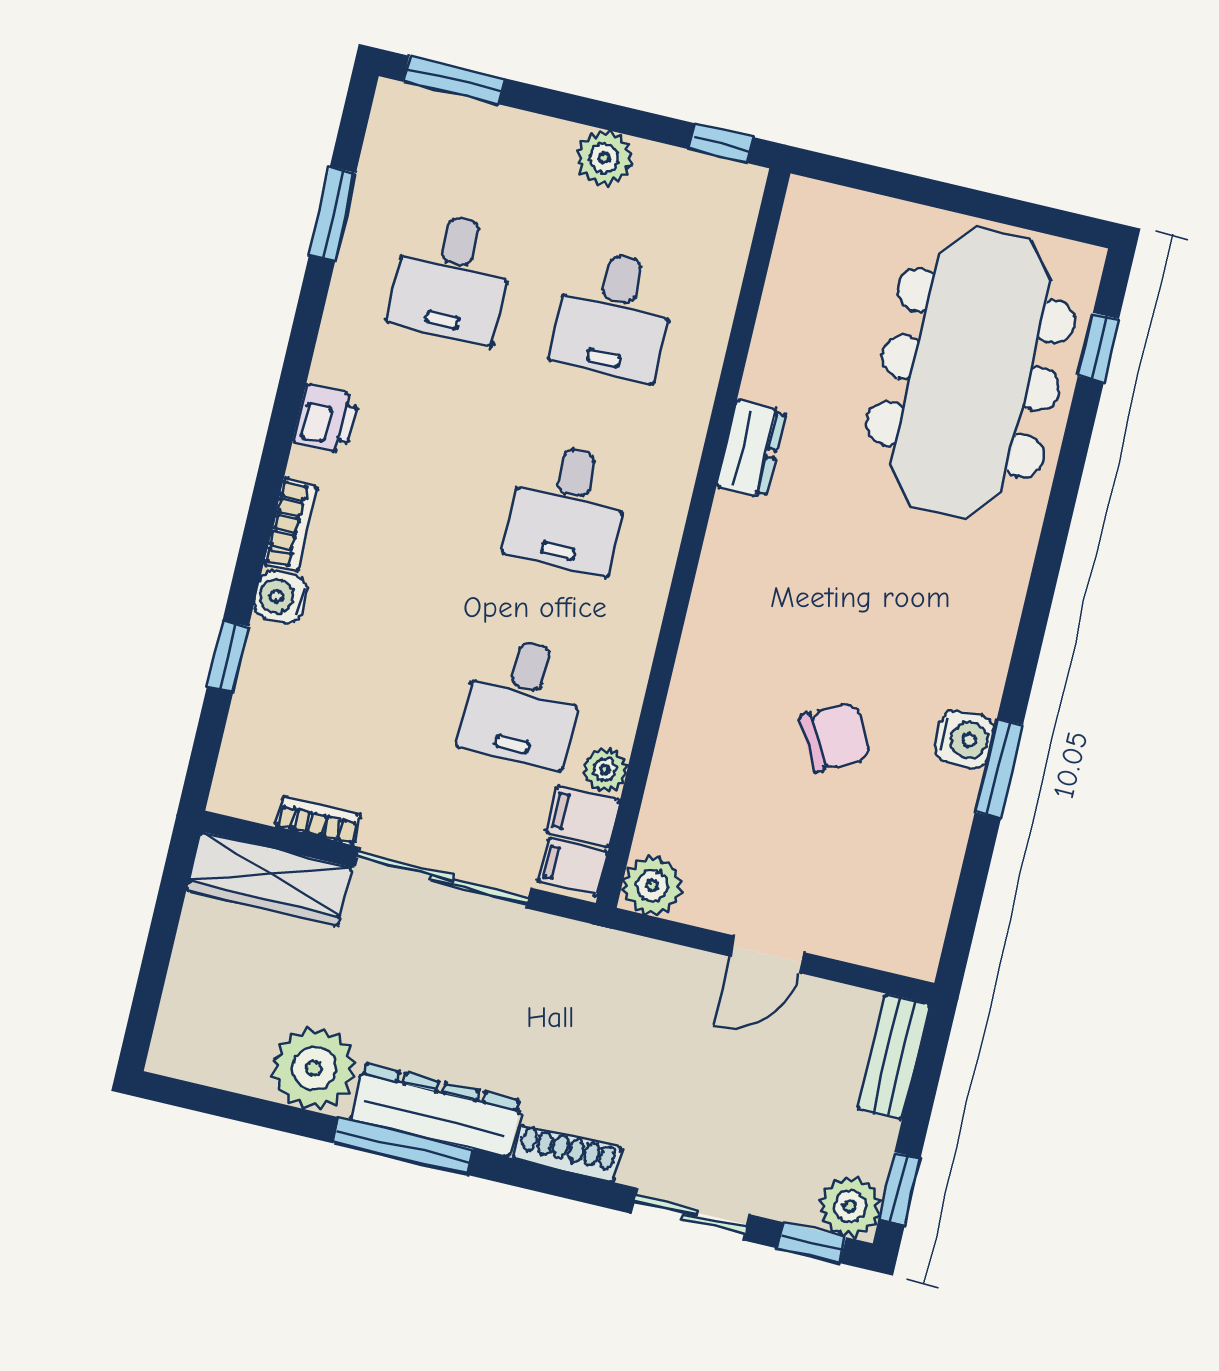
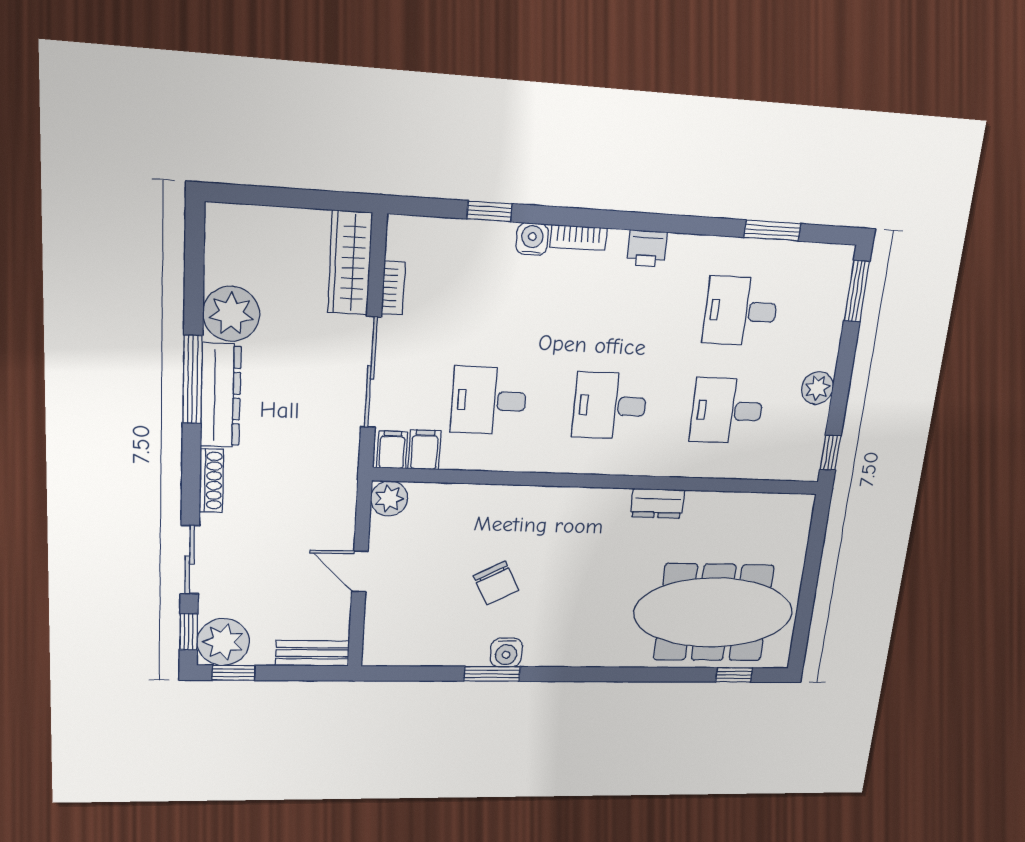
plant: (605, 770) -> (455, 457), removed
plant: (850, 1207) -> (223, 642), width x1.36, depth x1.36

